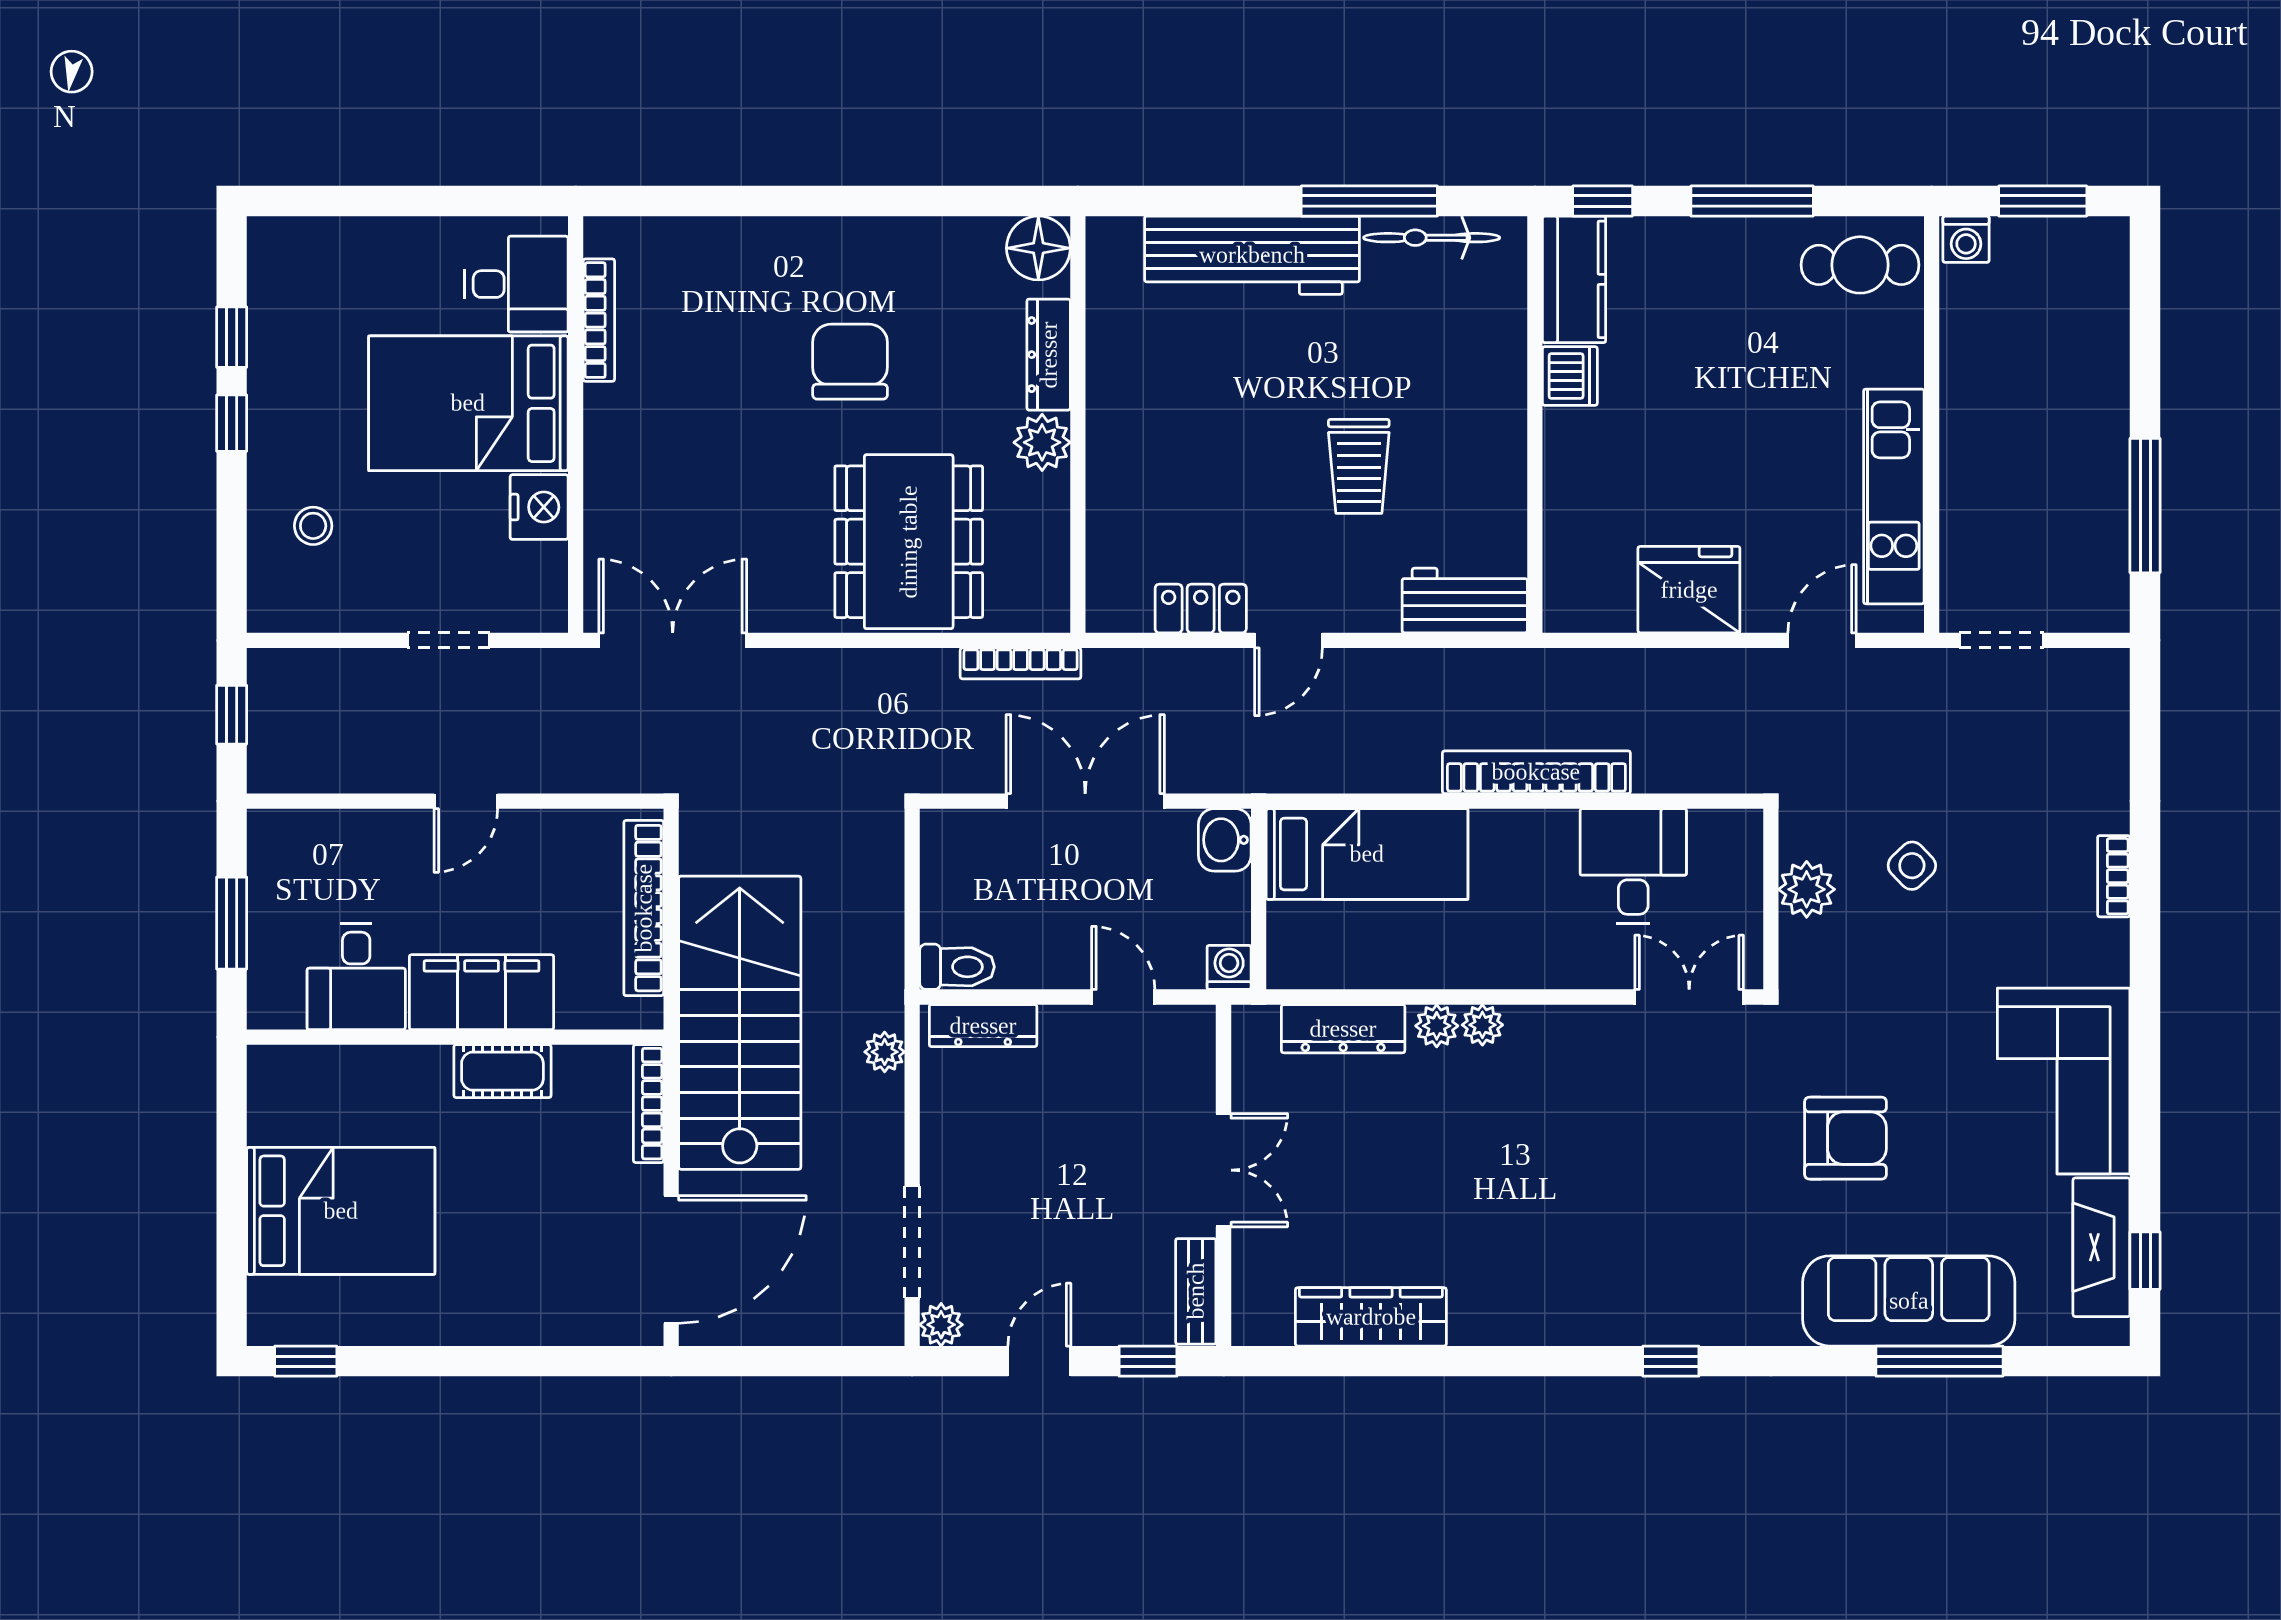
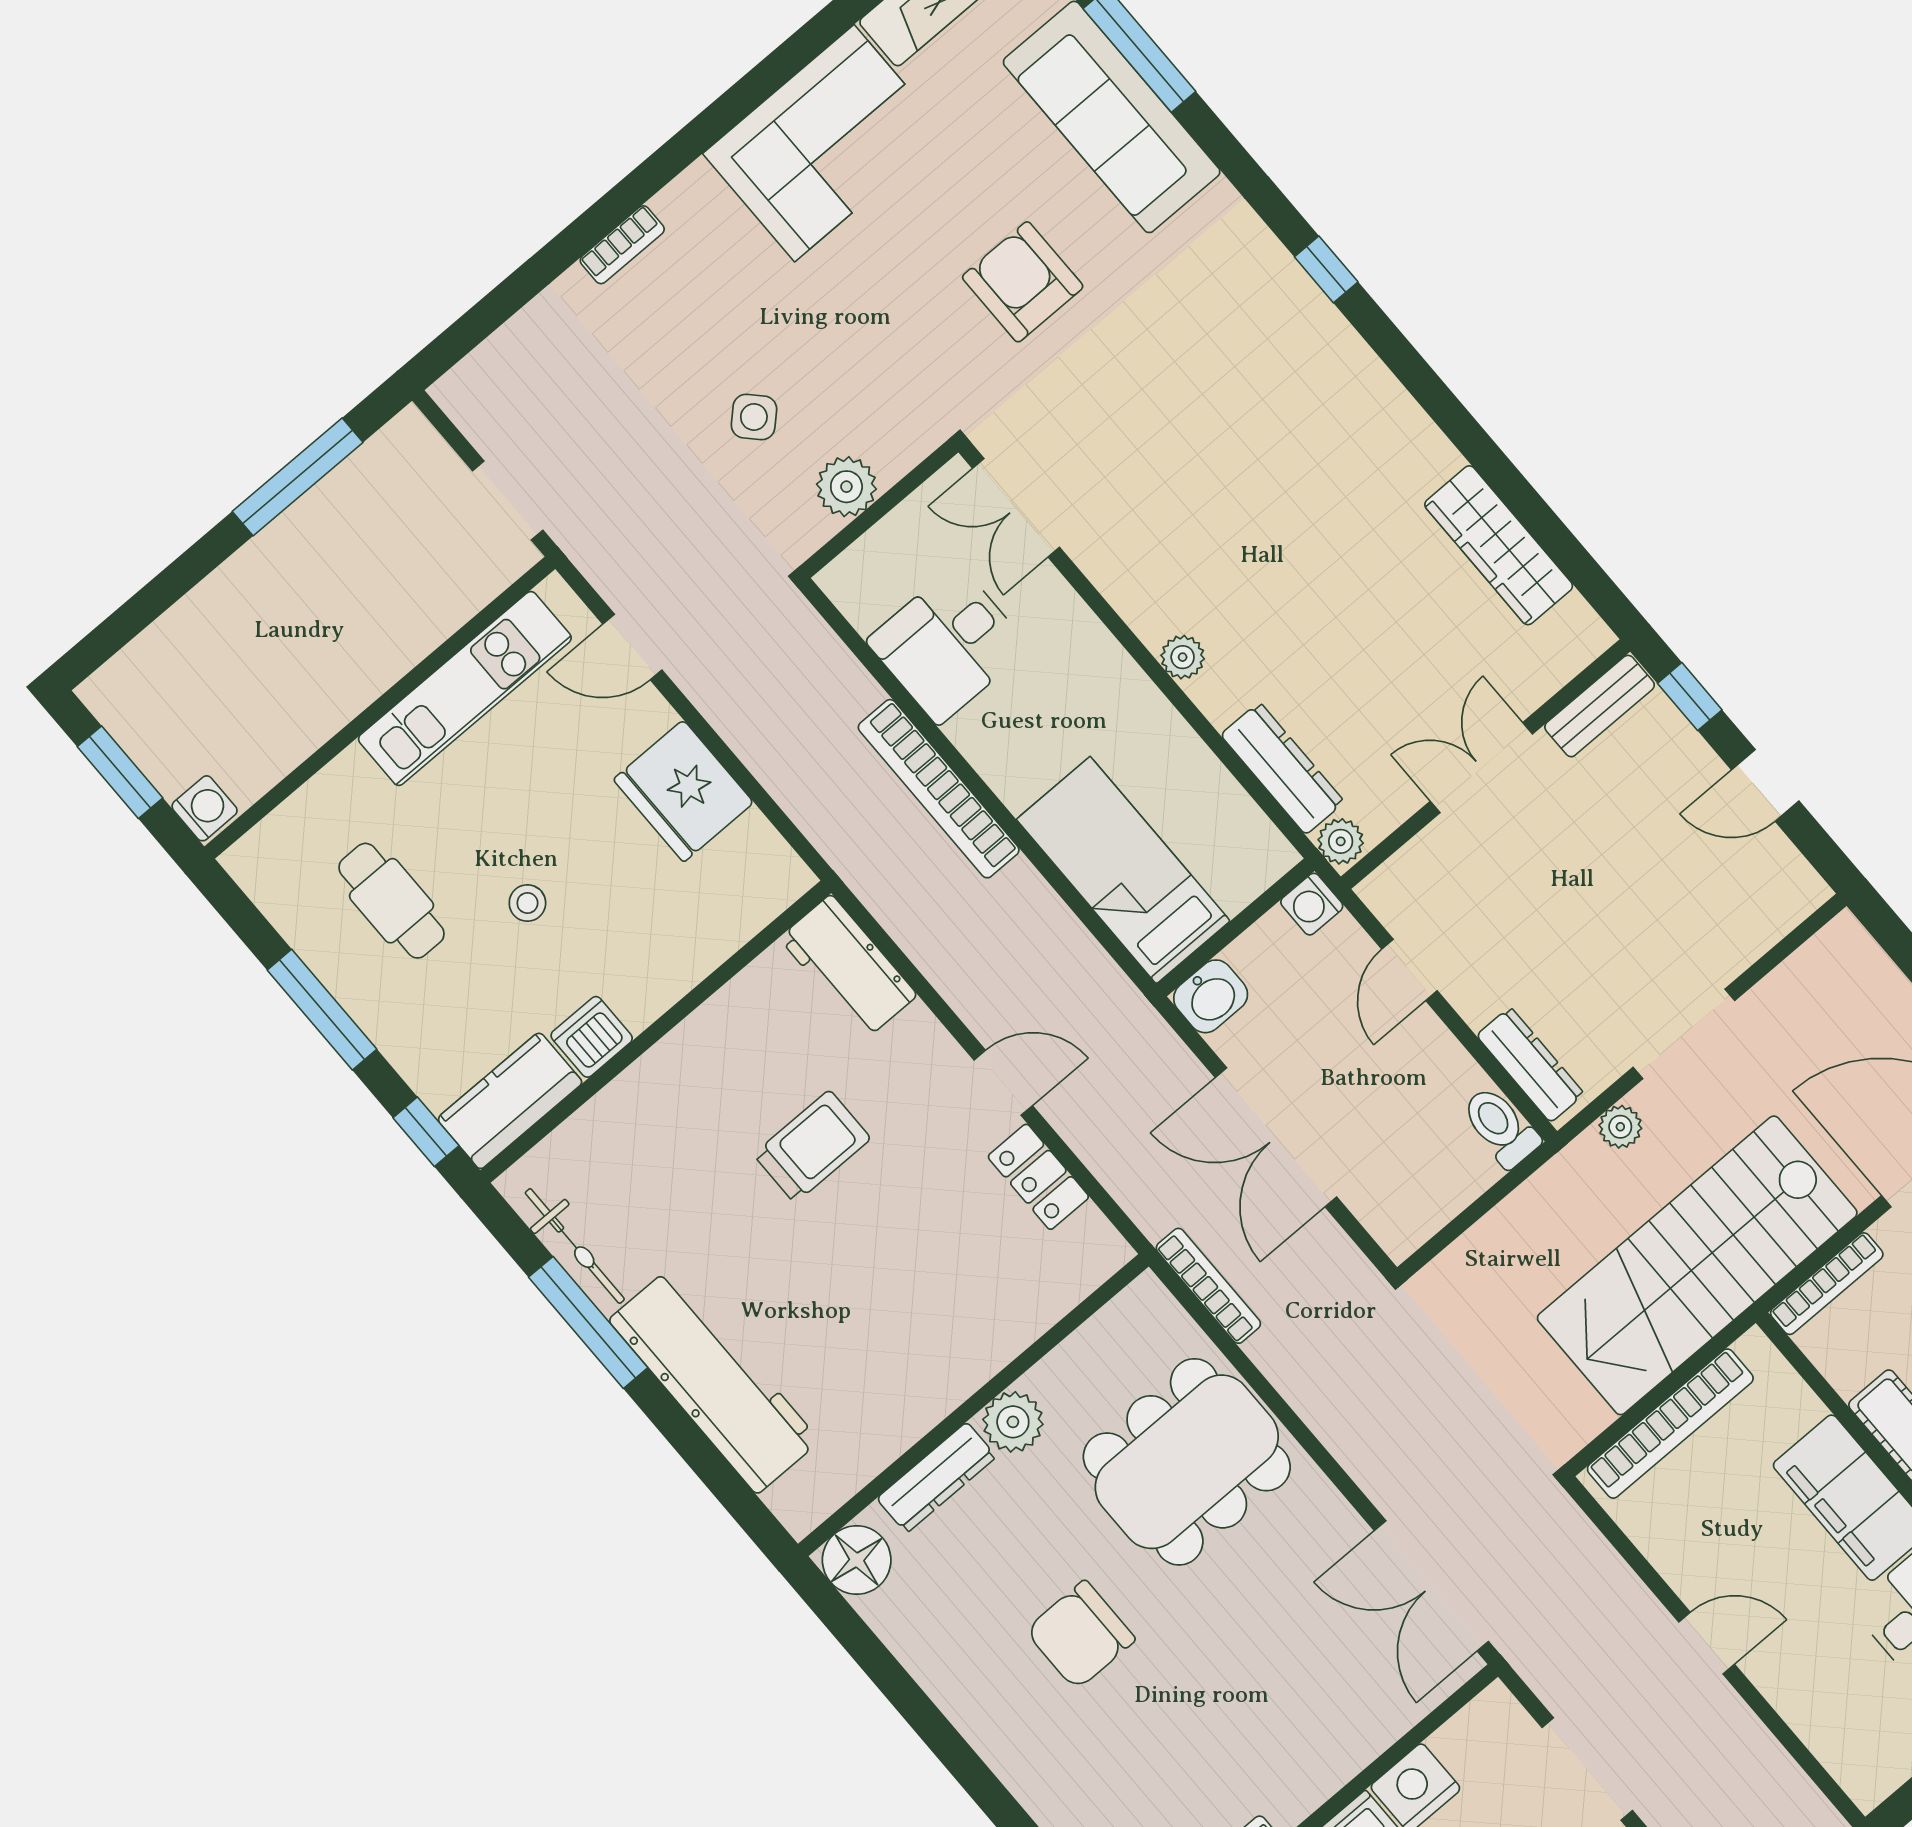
cafe table: (1860, 265) -> (391, 901), moved
stool: (1704, 411) -> (527, 903), added
doorway: (449, 640) -> (1587, 1769), width x1.38
plant: (1437, 1026) -> (1341, 841), moved
doorway: (912, 1242) -> (1684, 1034), moved
plant: (941, 1325) -> (1804, 891), removed

